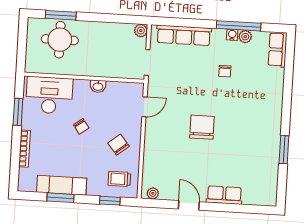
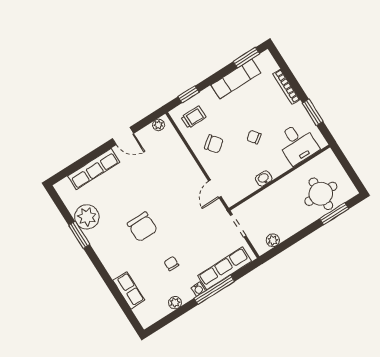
window: (239, 26) -> (214, 290), moved
plant: (141, 31) -> (273, 240), moved
water cooler: (232, 35) -> (198, 289), moved
row of seats: (278, 50) -> (129, 290), moved
desk: (49, 95) -> (297, 143), width x0.73
chair: (202, 127) -> (142, 227), moved
plant: (267, 160) -> (87, 217), added
row of seats: (224, 195) -> (94, 169), width x1.48
window: (60, 198) -> (246, 58), moved

